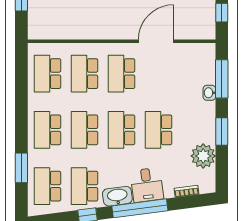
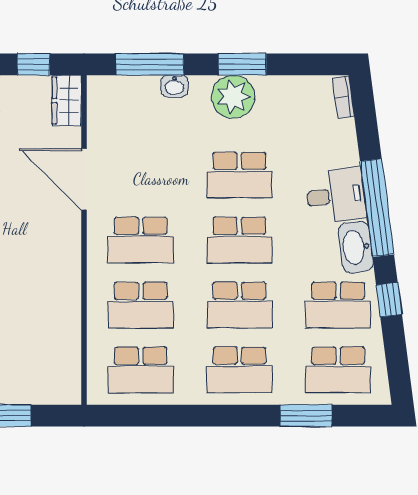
wardrobe: (201, 31) -> (67, 101), added
plant: (203, 156) -> (233, 97), moved
bookcase: (186, 191) -> (343, 97), moved

